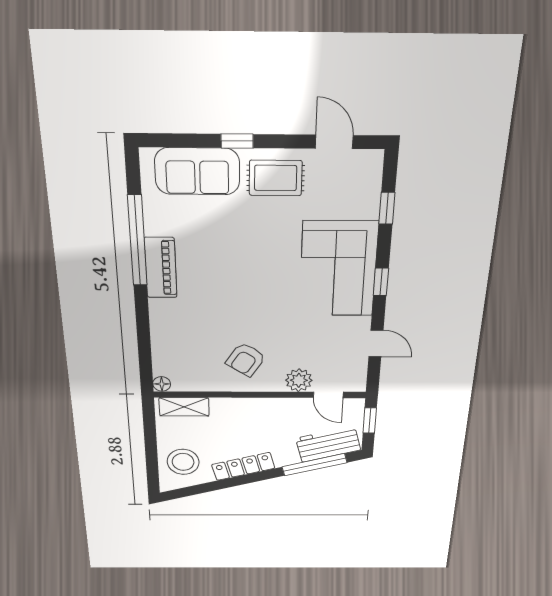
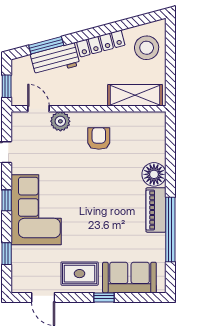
armchair: (246, 360) -> (99, 138), turned -33
floor lamp: (162, 384) -> (154, 174), moved, width x1.89, depth x1.89
shelving: (184, 407) -> (135, 95), width x1.50, depth x1.33
workbench: (328, 444) -> (55, 60), moved
window: (314, 465) -> (46, 45), width x0.69

